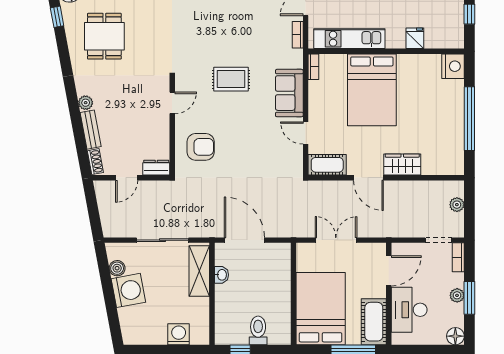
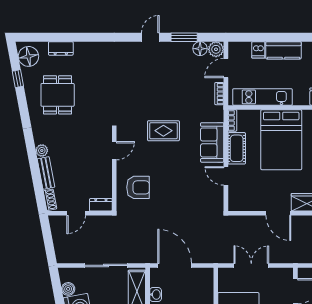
cot: (327, 165) -> (237, 148), moved, turned 90

